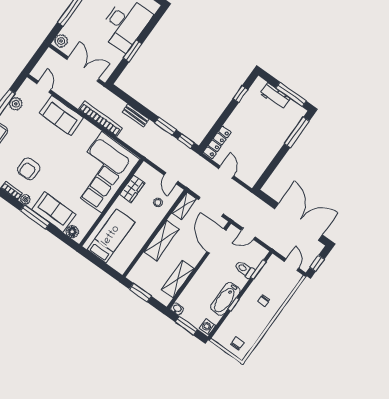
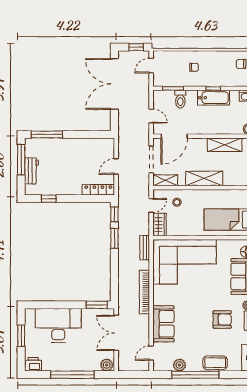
window: (133, 51) -> (97, 305), moved
bench: (136, 115) -> (145, 248), moved
wardrobe: (132, 189) -> (160, 225), moved, turned 90

